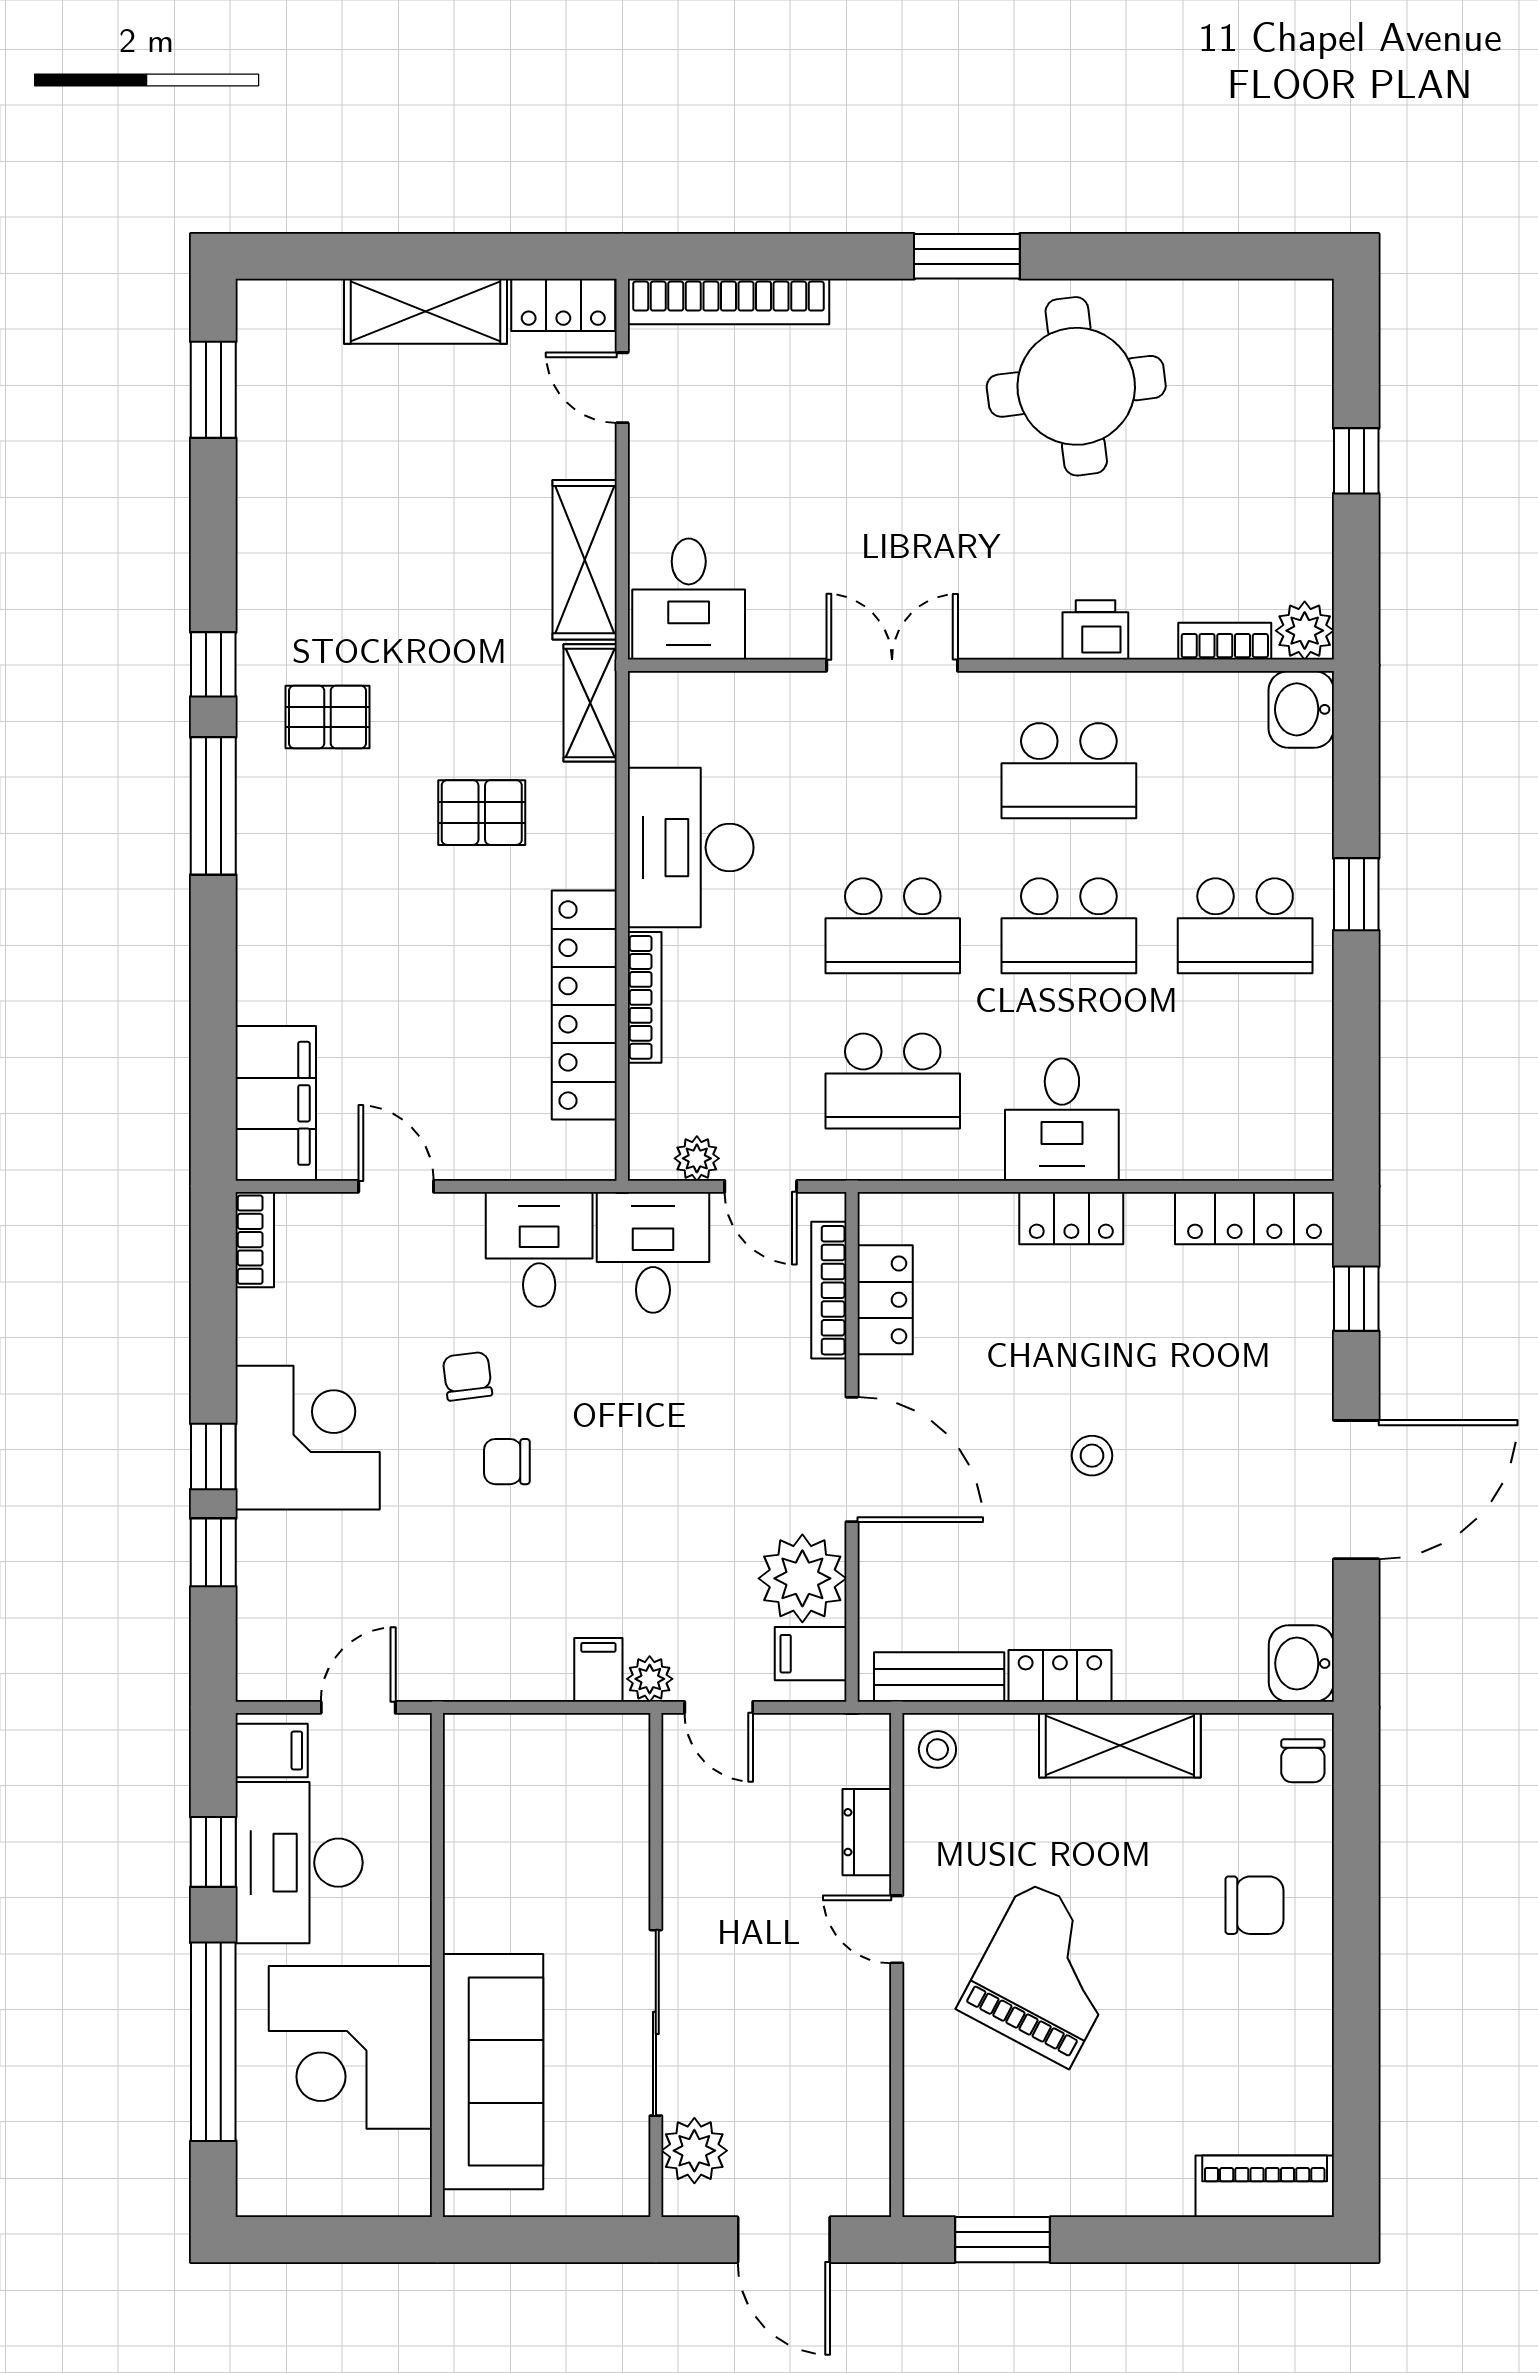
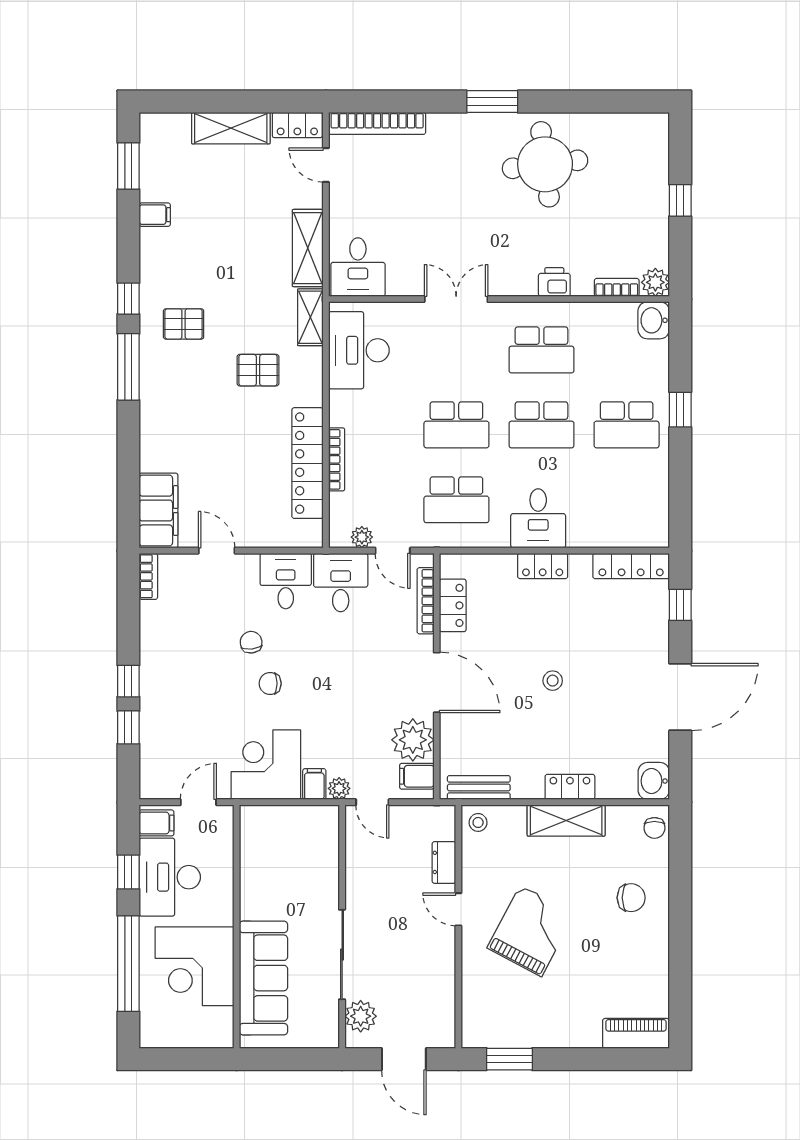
filing cabinet: (268, 490) -> (155, 215), added
desk: (691, 848) -> (359, 350), moved
corner desk: (308, 1438) -> (266, 765), moved, turned -90
locker: (1060, 1676) -> (570, 787), moved

